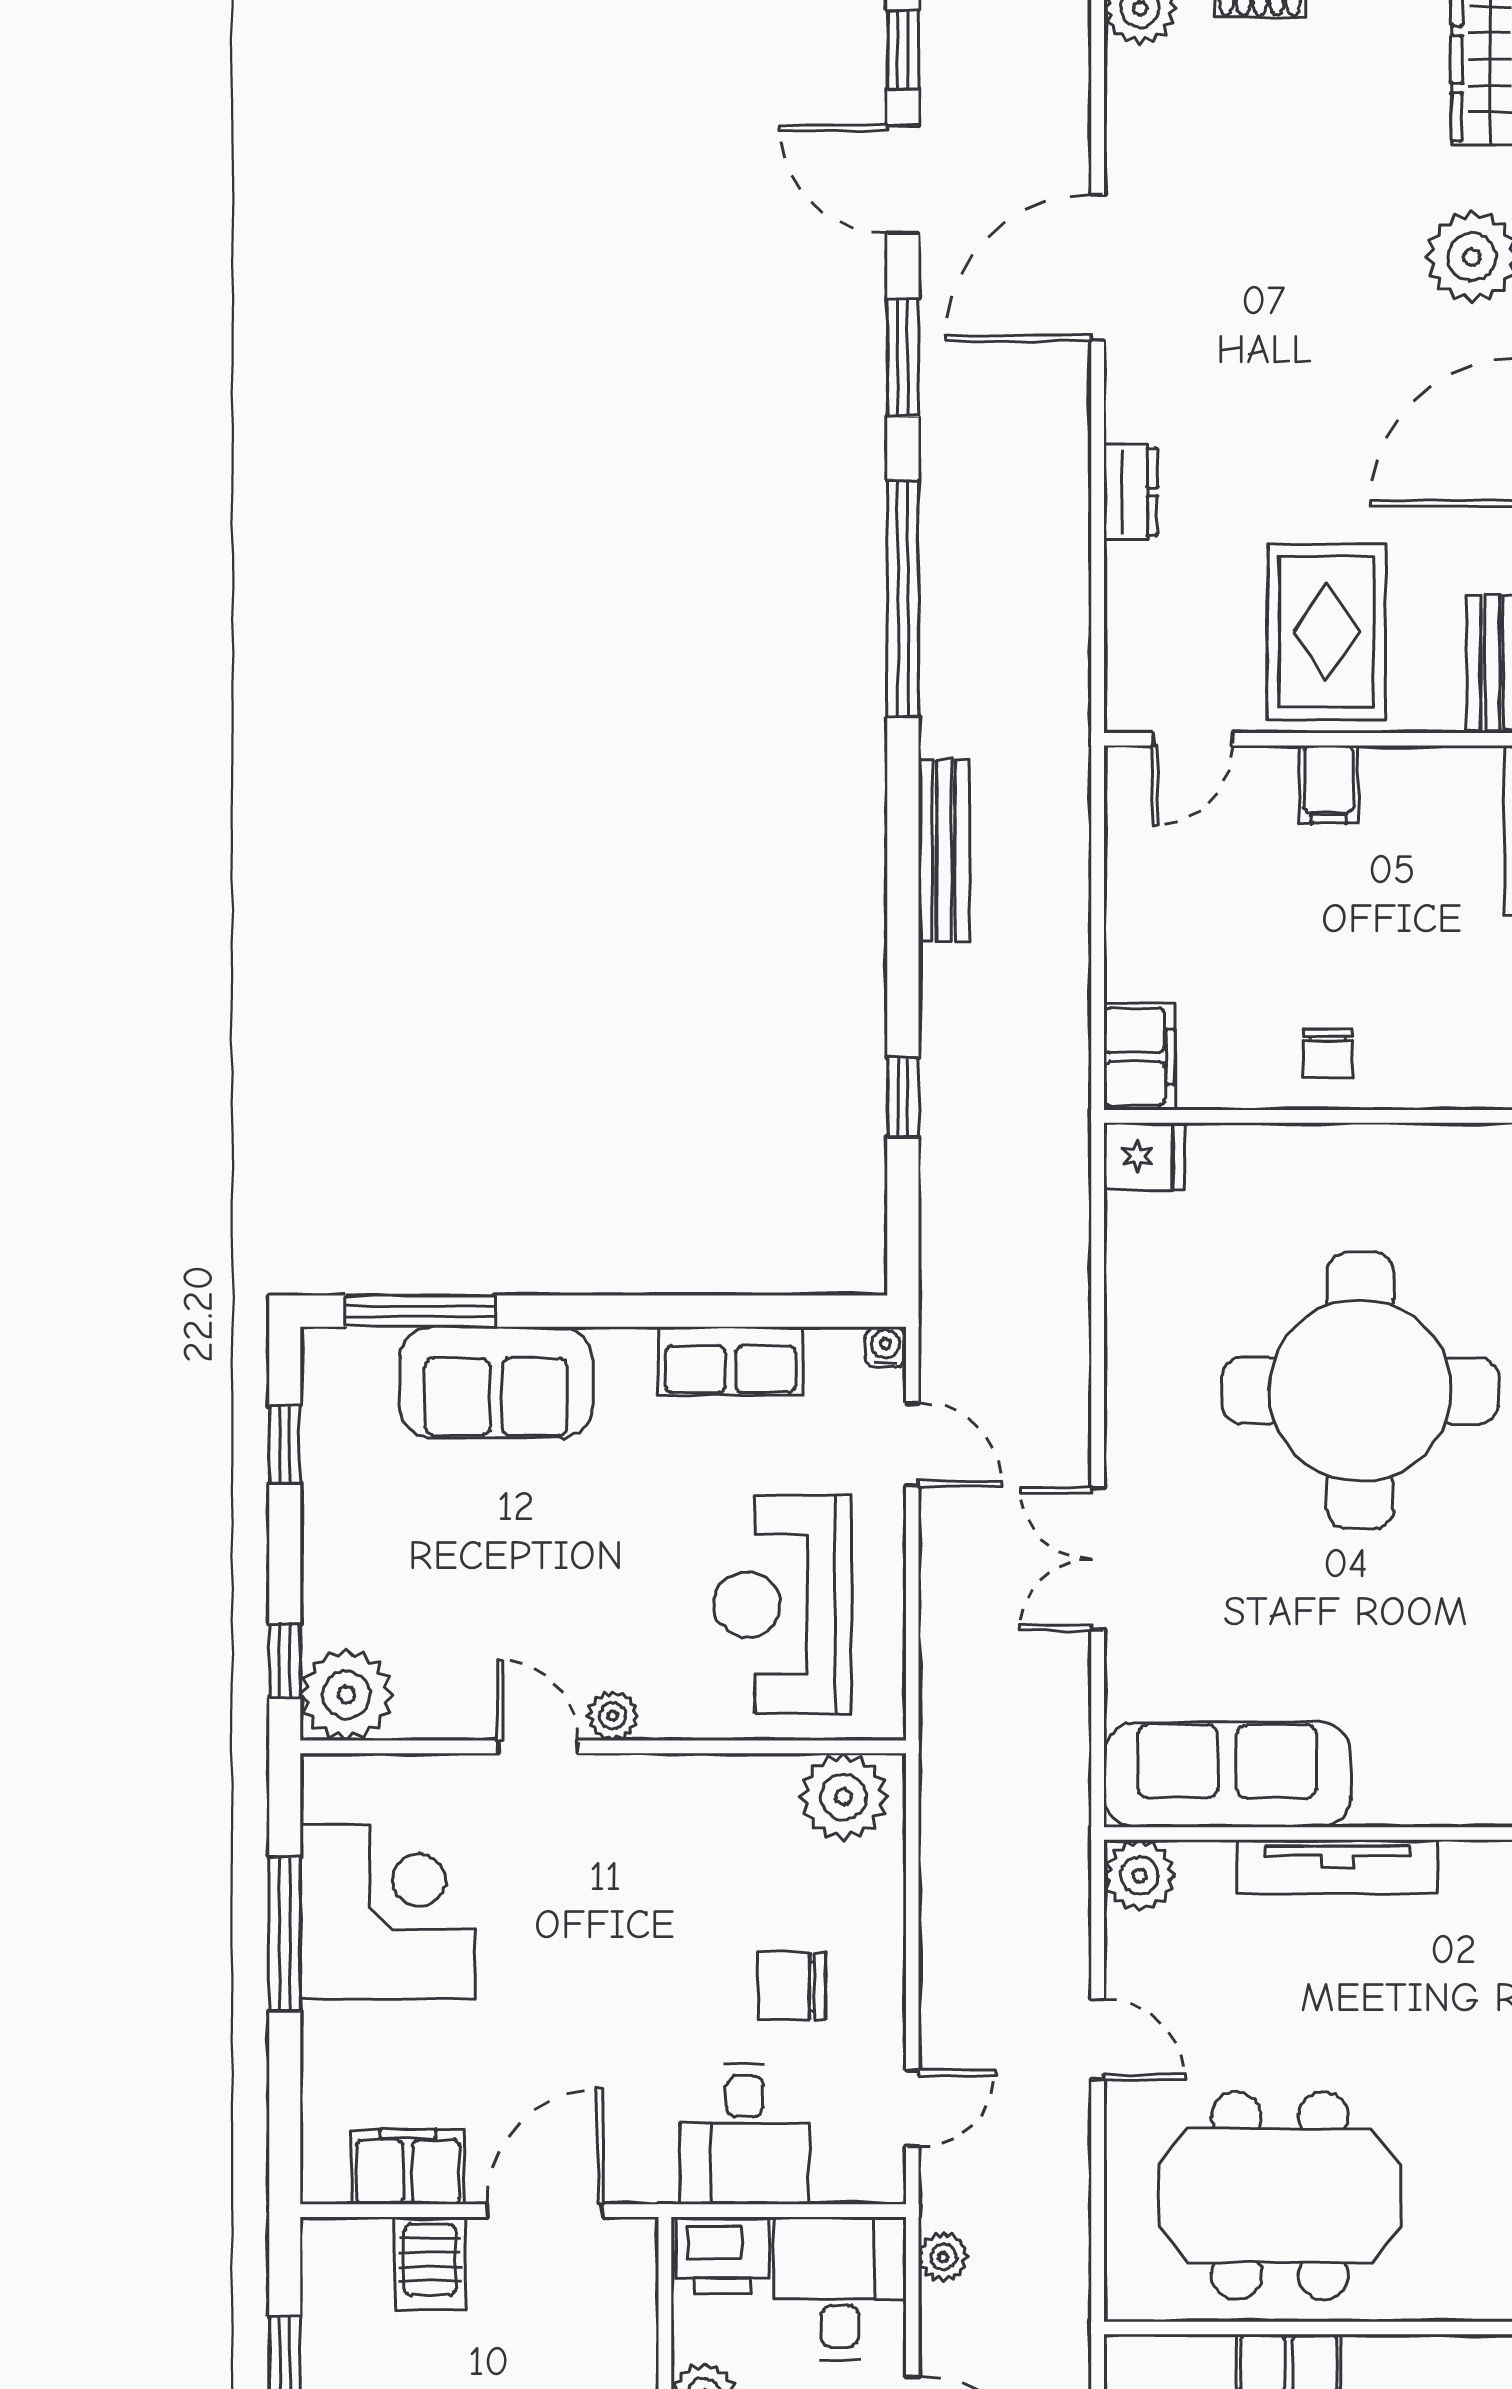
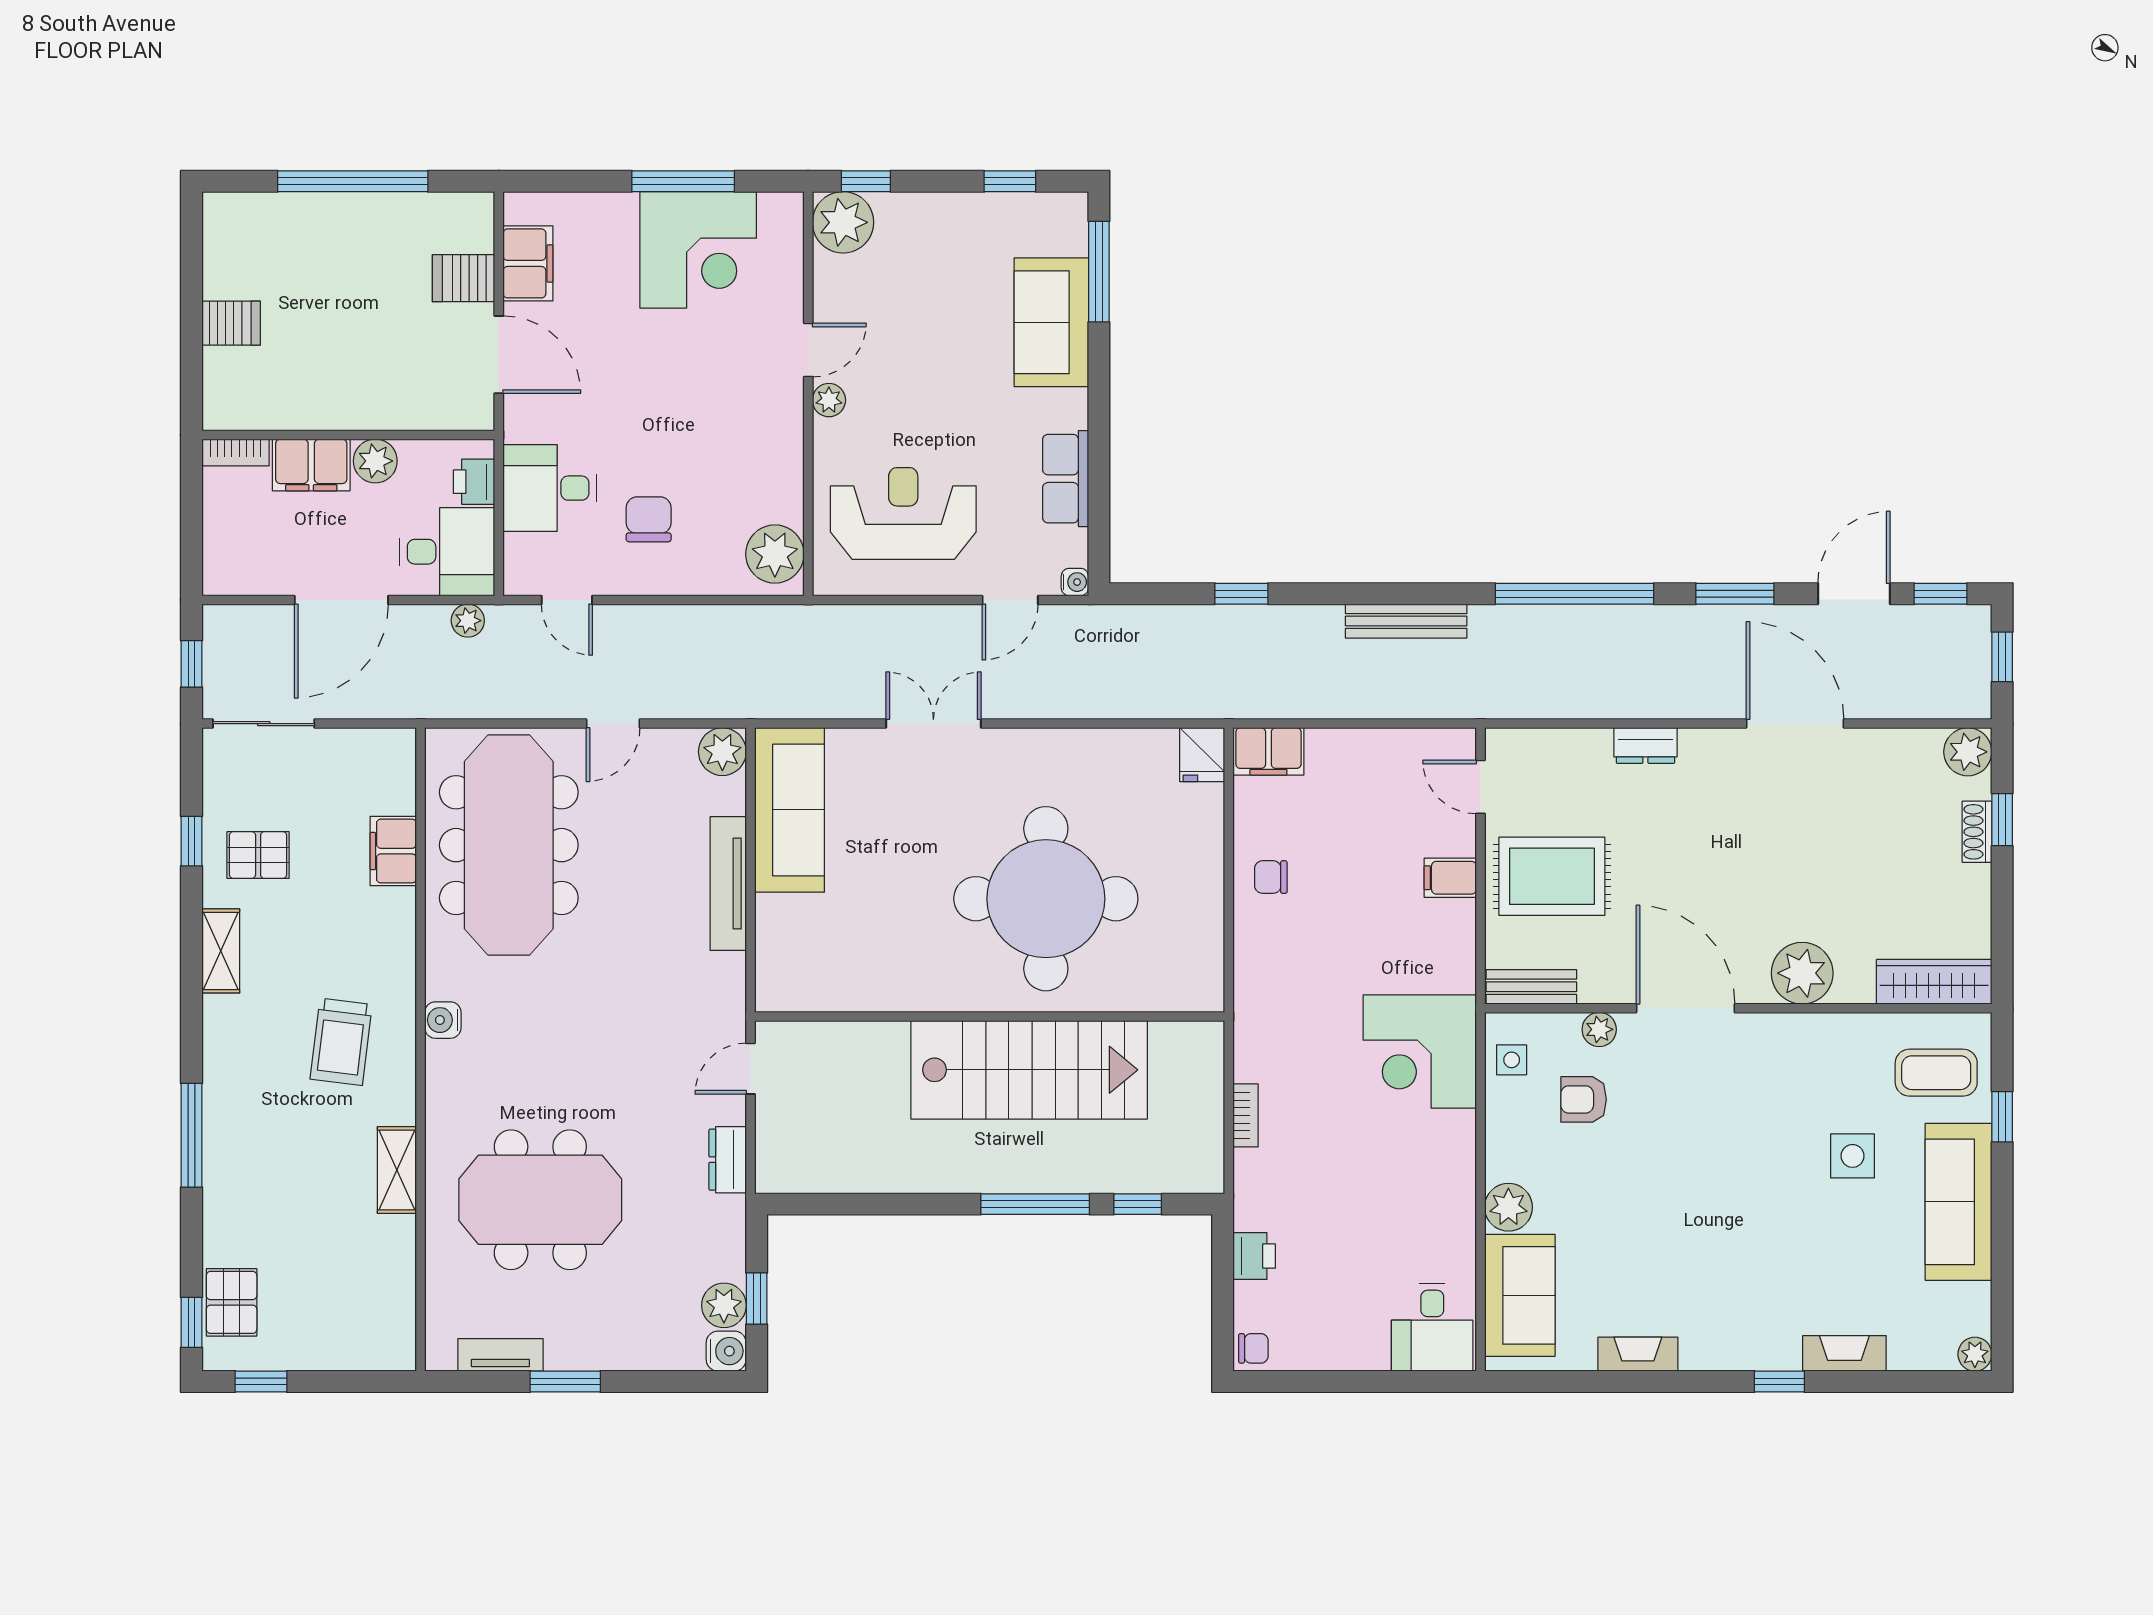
meeting table: (1280, 2196) -> (509, 845), width x1.36
printer: (723, 2255) -> (474, 482), width x0.73, depth x0.81

